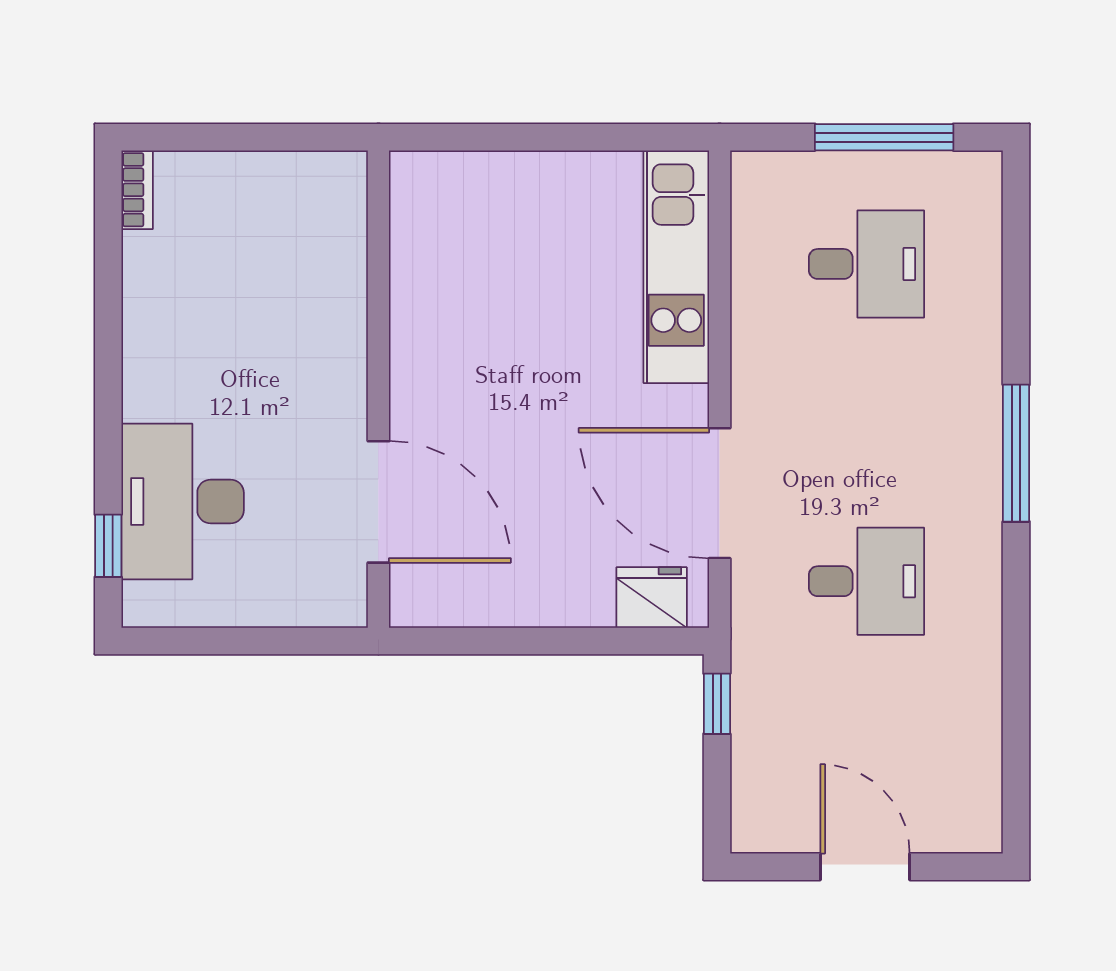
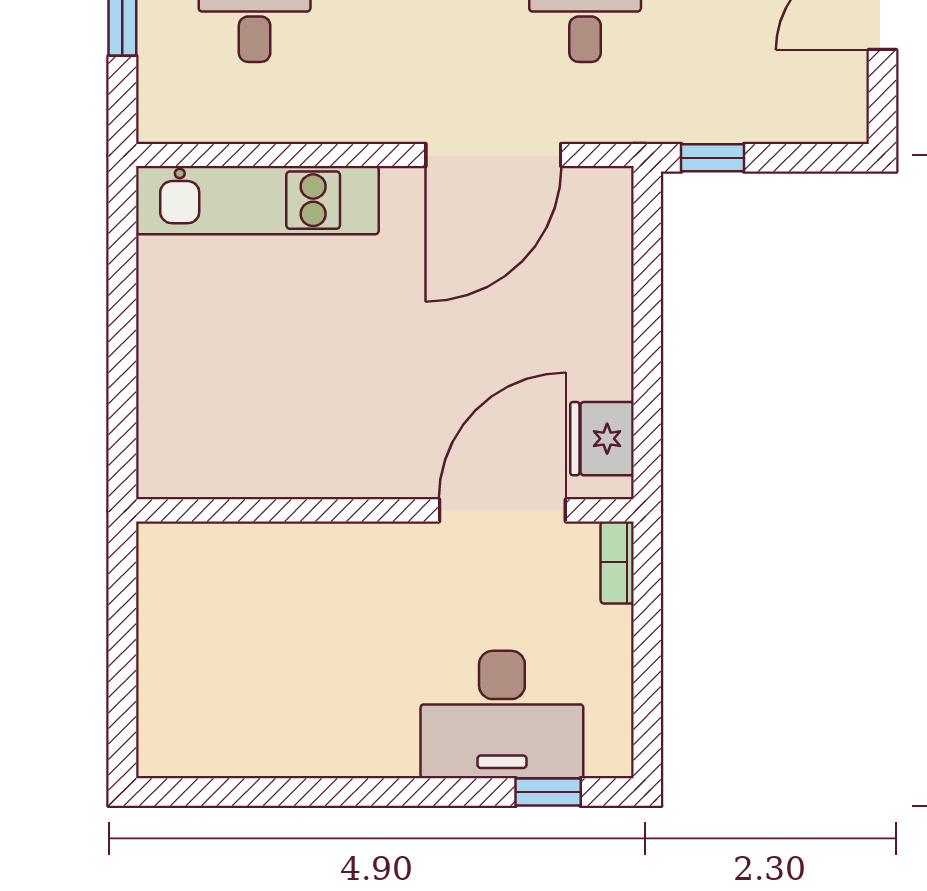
bookcase: (137, 190) -> (617, 562), moved, turned -90
fridge: (652, 598) -> (602, 439), moved

